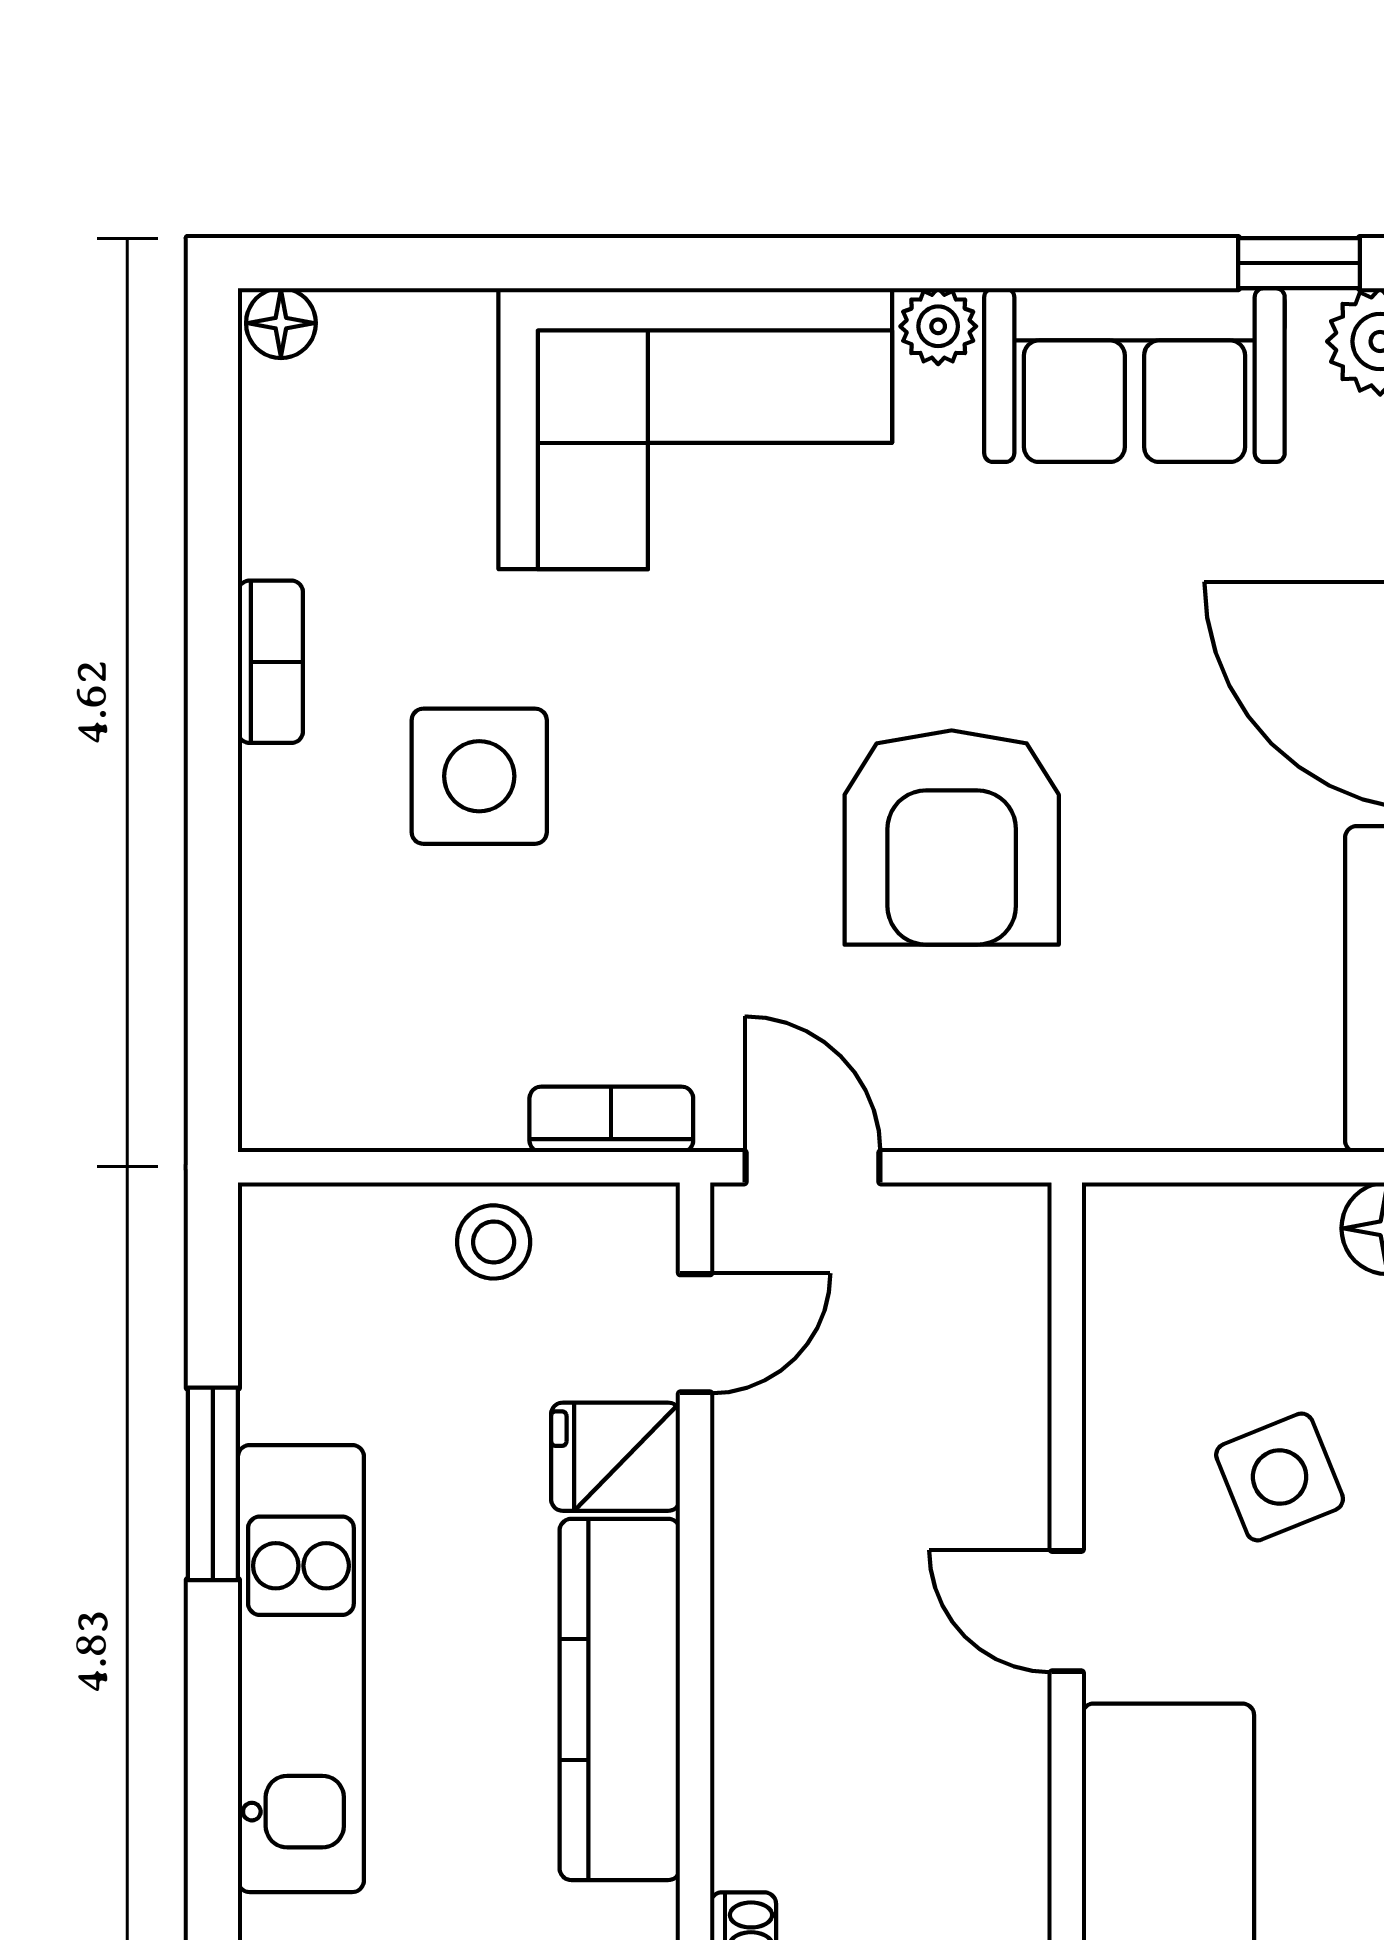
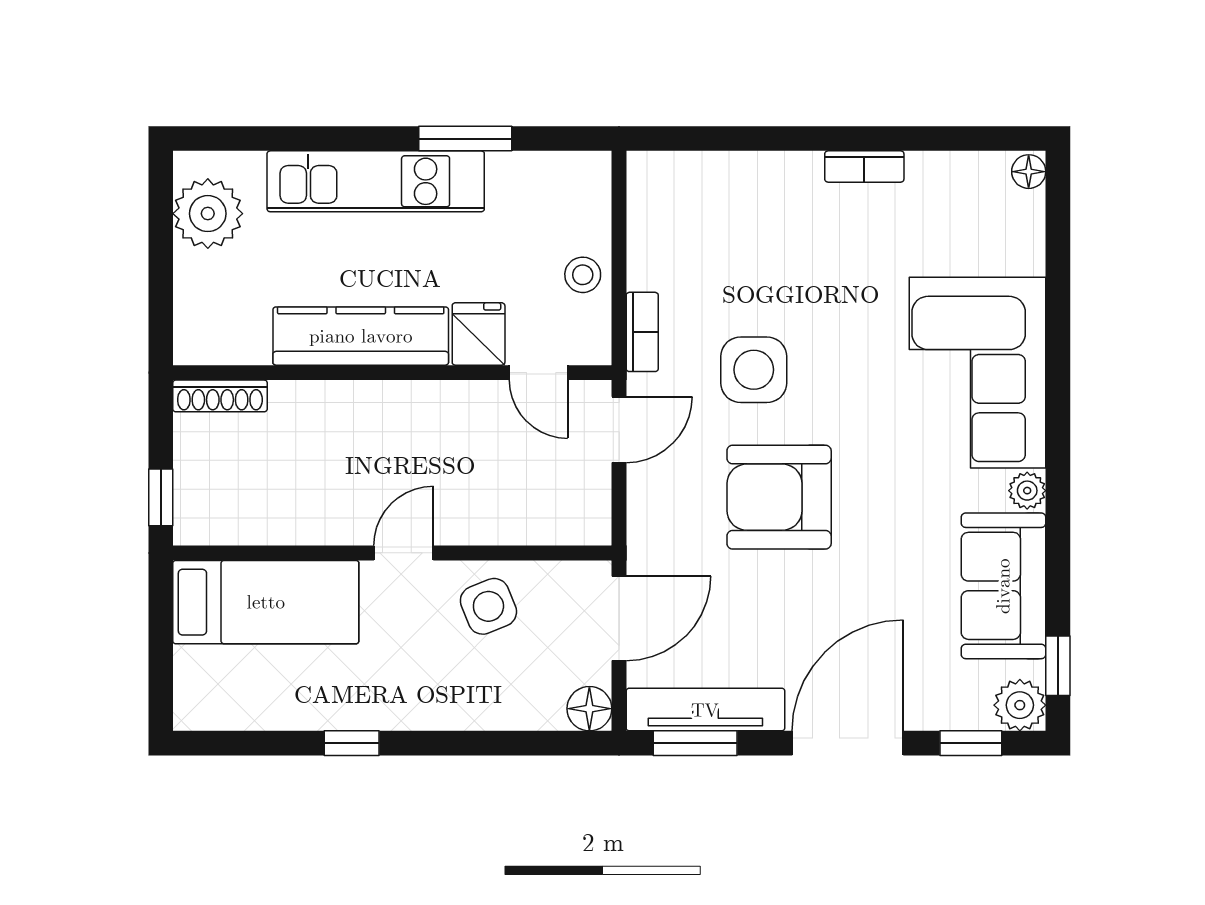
side table: (479, 776) -> (754, 370), moved
door: (1201, 1167) -> (619, 618), added
side table: (1280, 1477) -> (488, 606), moved

